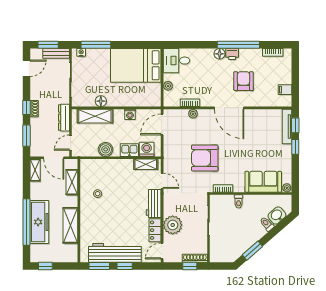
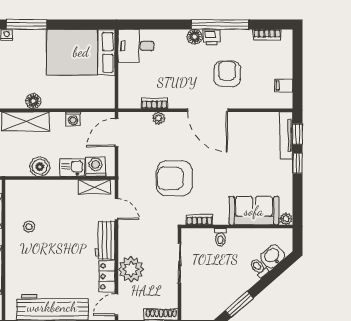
plant: (168, 86) -> (125, 80), removed

